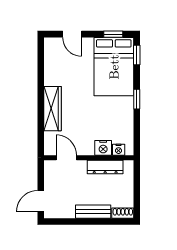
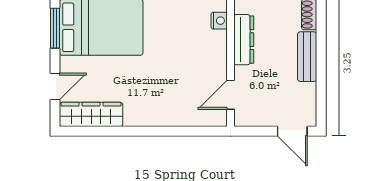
window: (113, 34) -> (55, 28), width x1.50
wardrobe: (52, 109) -> (91, 114), moved
nightstand: (103, 148) -> (216, 42), removed

